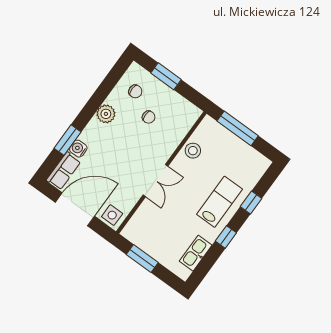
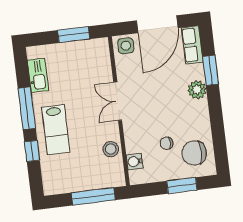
chair: (135, 91) -> (194, 153), width x1.87, depth x1.87
plant: (106, 114) -> (197, 90), moved
water cooler: (78, 149) -> (135, 162), moved, turned 180
window: (226, 237) -> (27, 108), width x2.17

